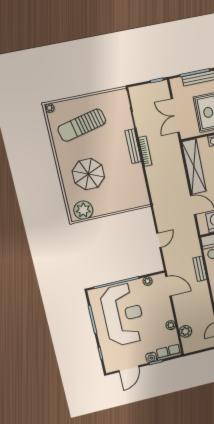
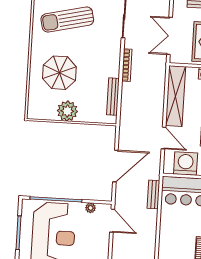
bench: (133, 146) -> (113, 97), moved
plant: (83, 210) -> (67, 111), moved
door: (159, 240) -> (115, 166), width x1.88
bench: (200, 269) -> (153, 194), moved

